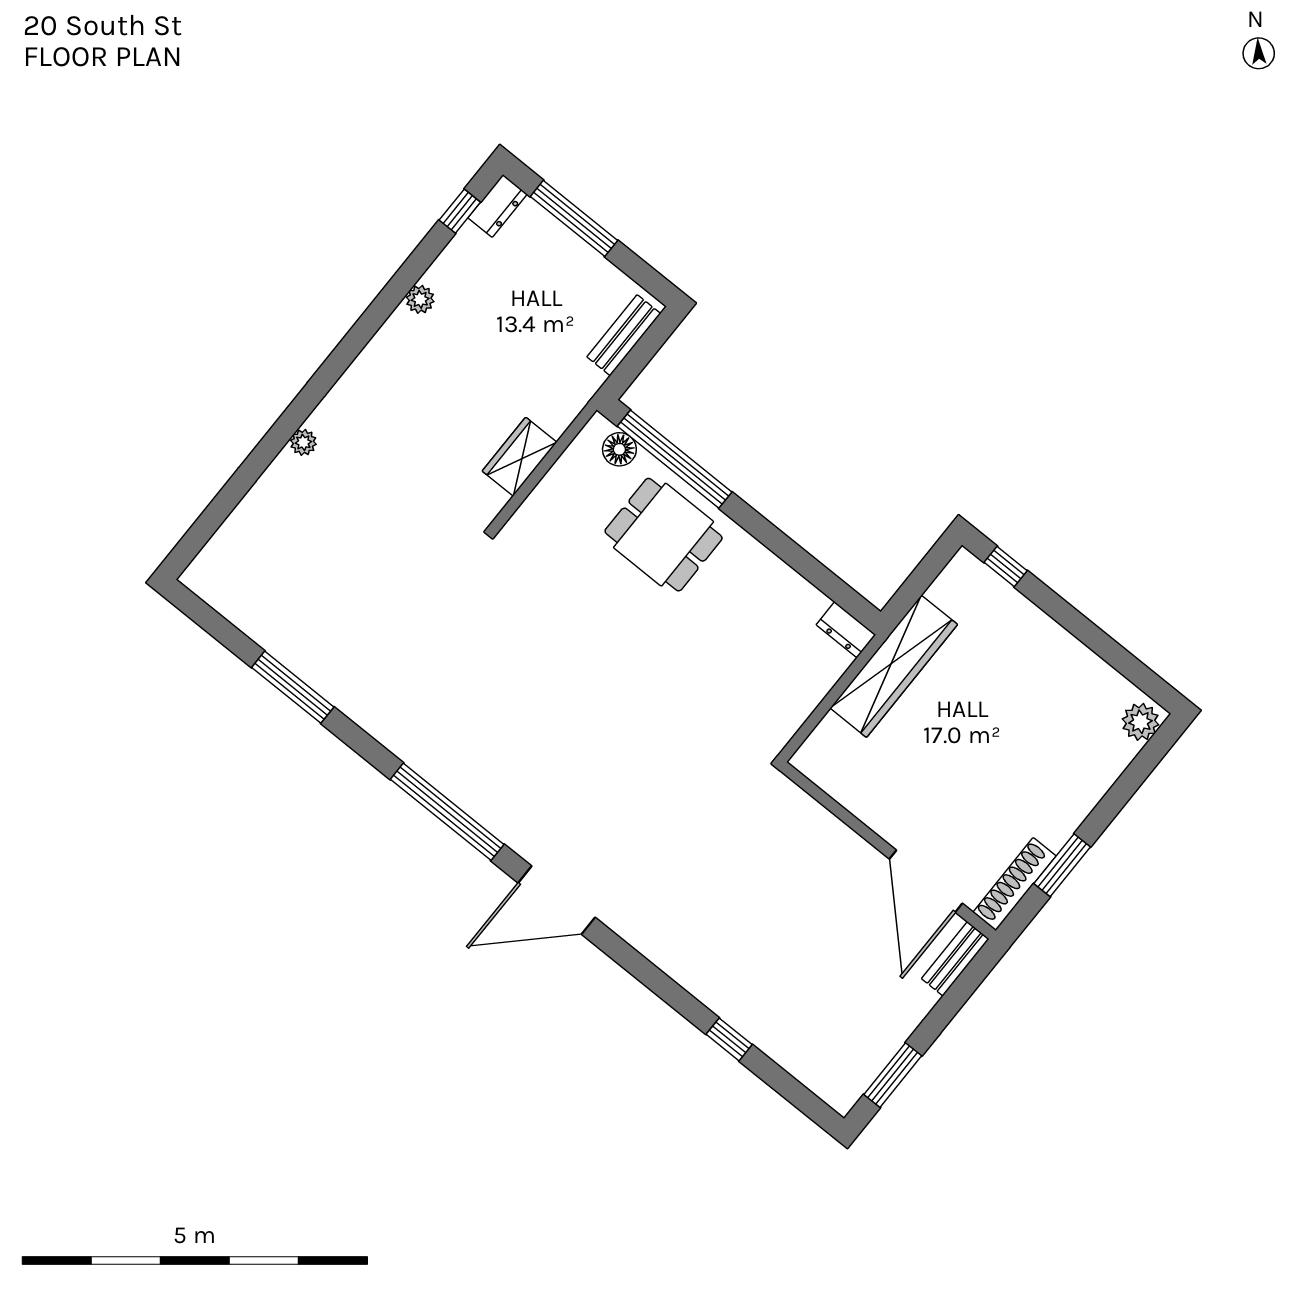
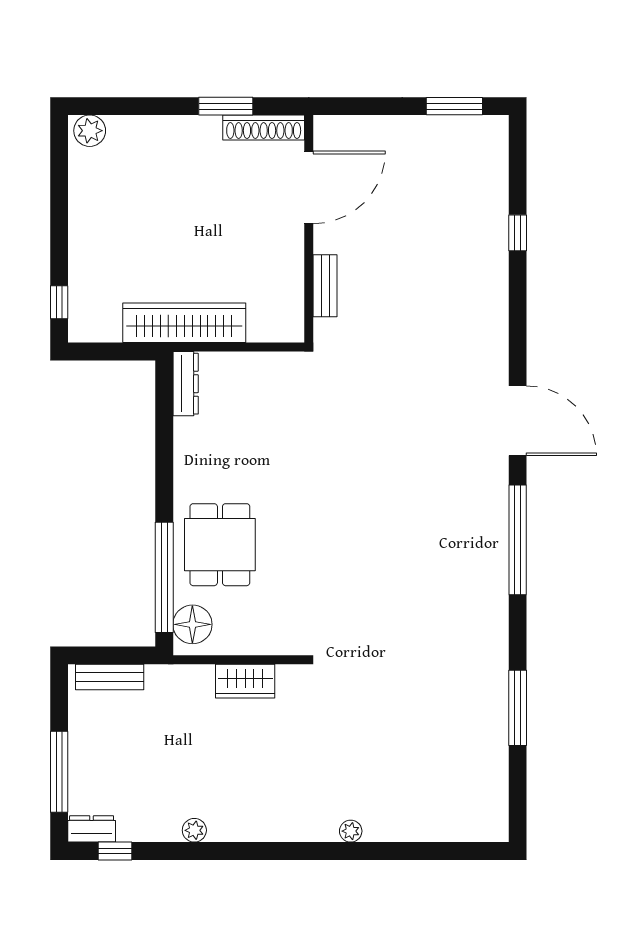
floor lamp: (619, 449) -> (192, 624), width x1.38, depth x1.38
dresser: (846, 630) -> (186, 384), width x1.44
bench: (955, 959) -> (325, 286), moved, turned 90

